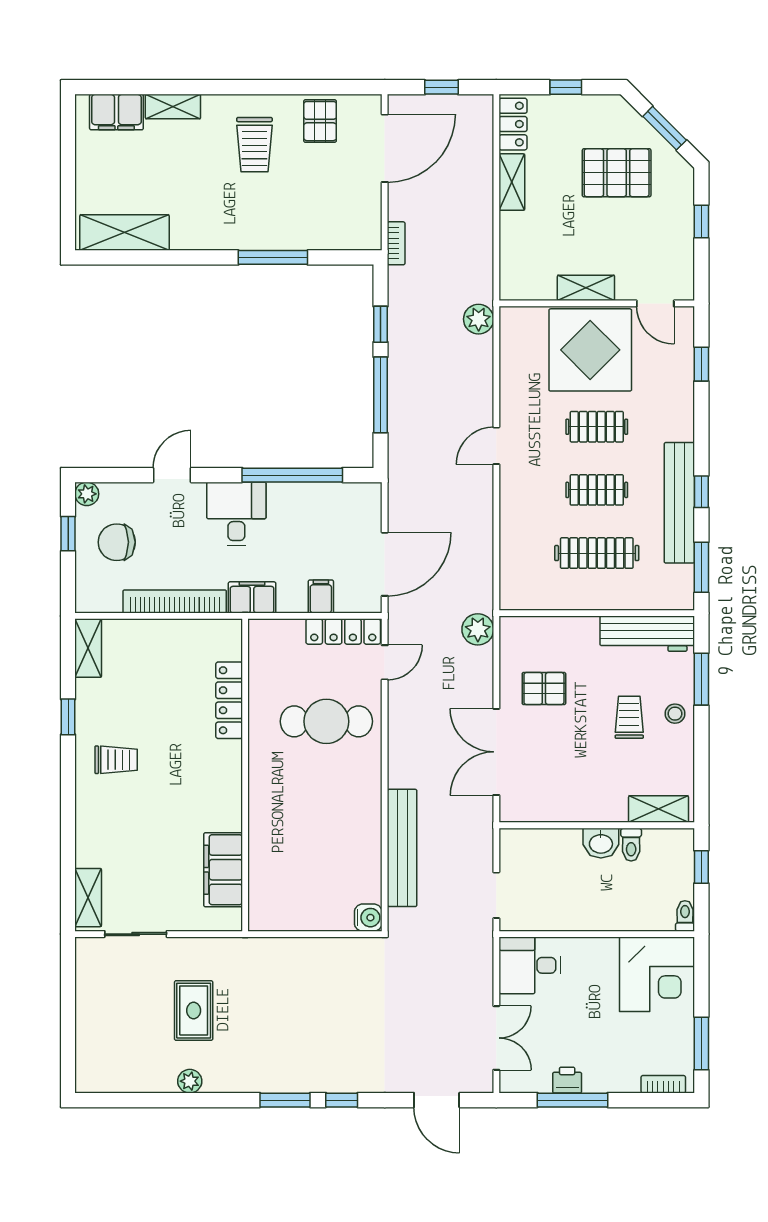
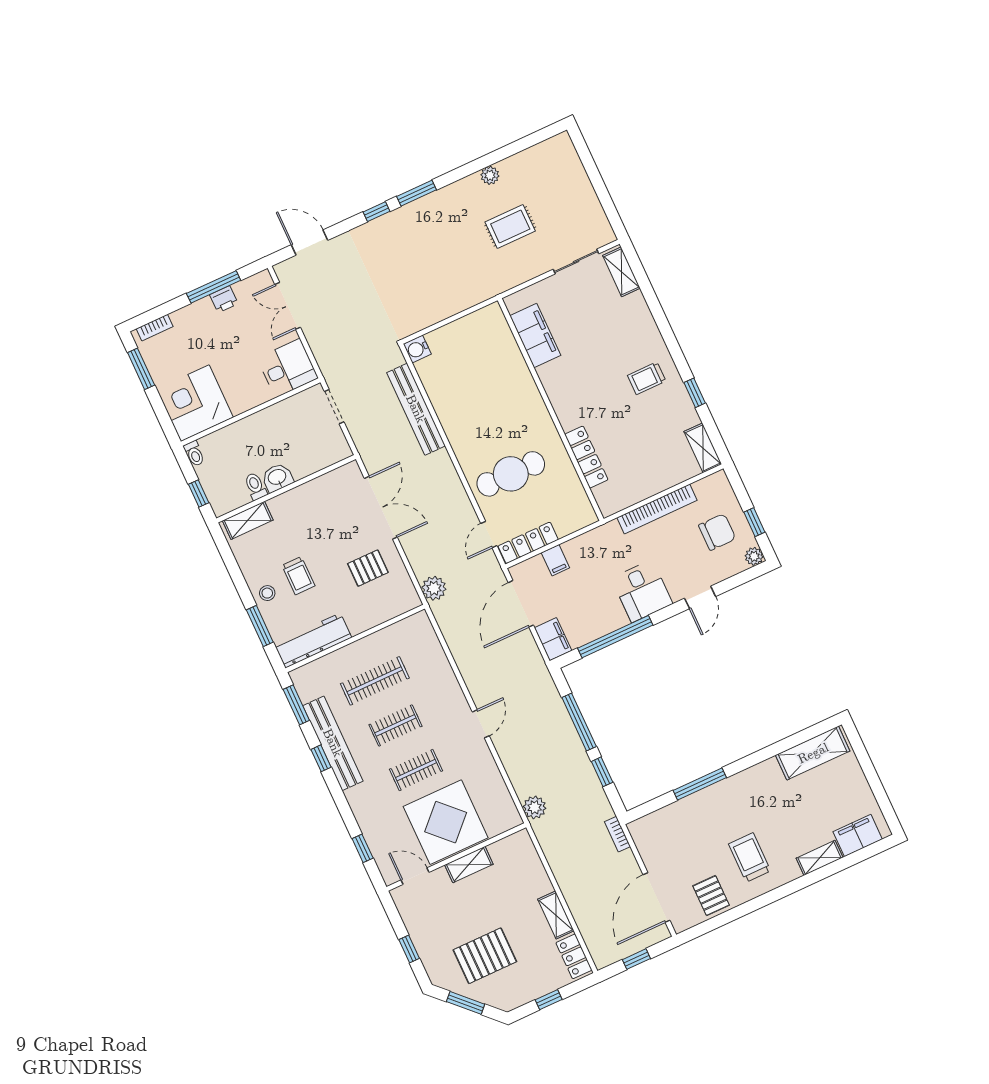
filing cabinet: (252, 597) -> (553, 639), moved, turned -90
rug: (194, 1011) -> (510, 226), turned 90

